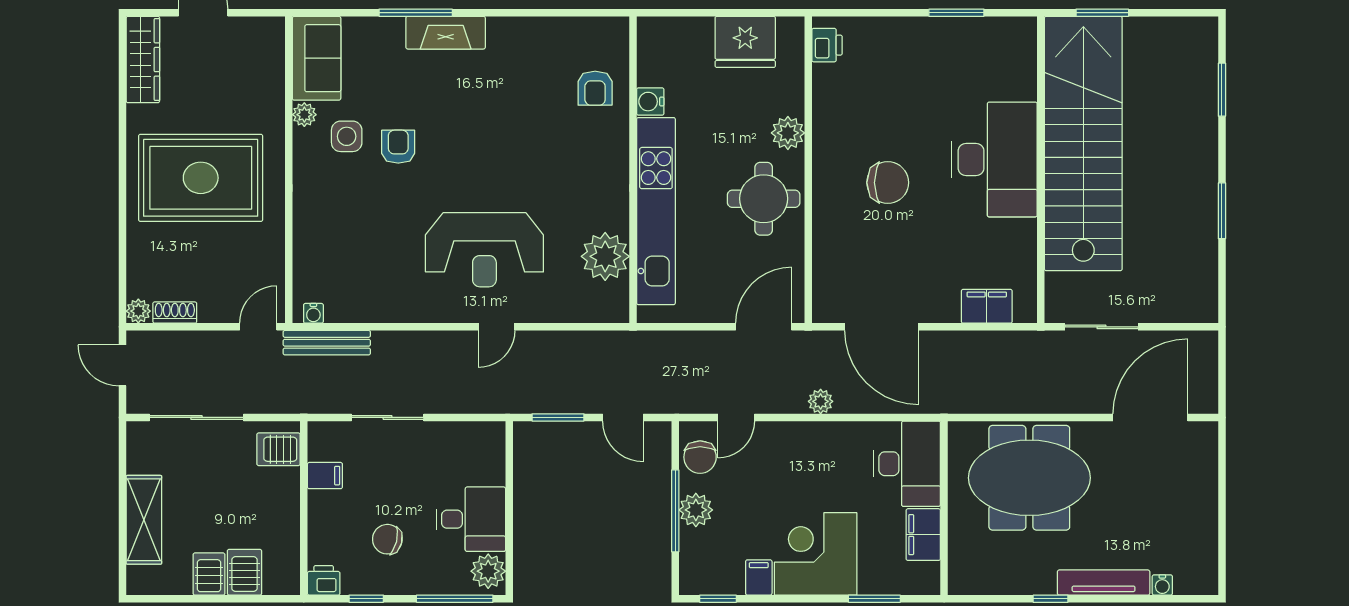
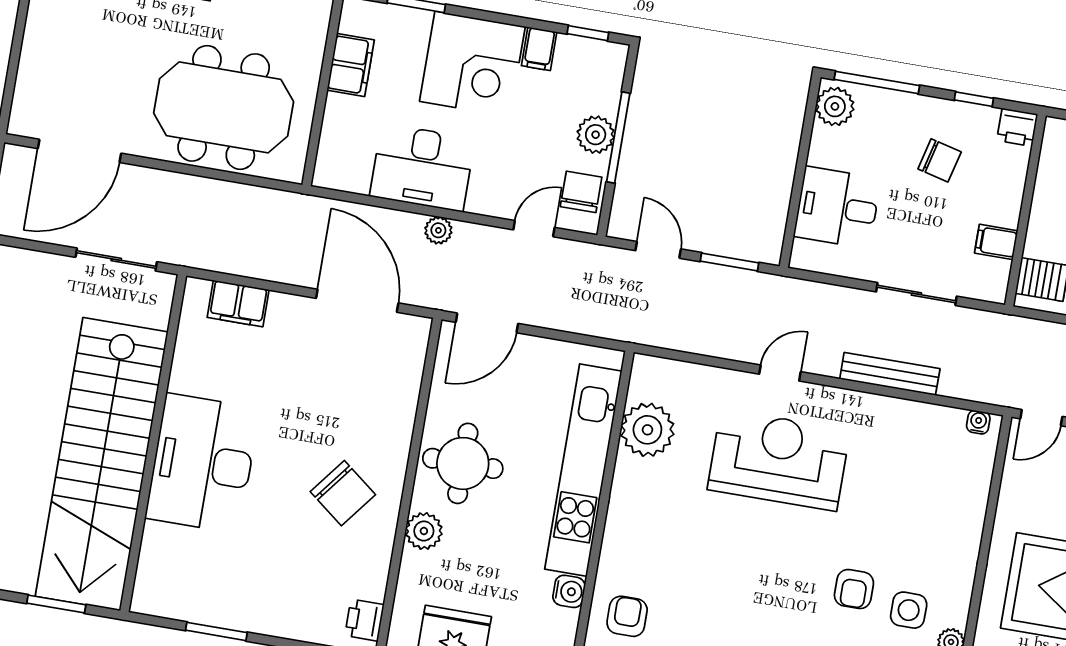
chair: (888, 183) -> (343, 493), moved, turned -142
bench: (327, 343) -> (890, 374), moved
desk: (907, 464) -> (422, 168), moved, turned -90
desk: (471, 519) -> (837, 208), moved

